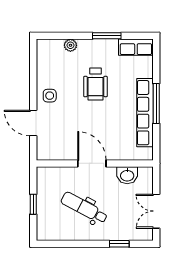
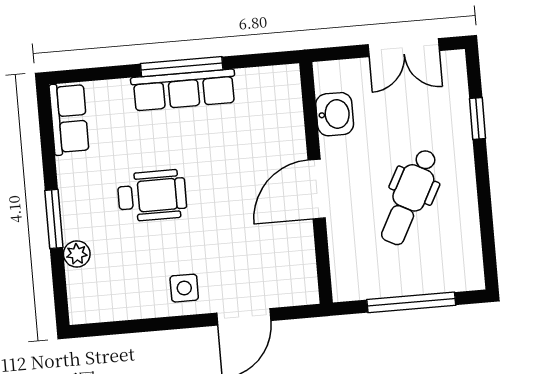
window: (107, 36) -> (54, 219), moved
row of seats: (145, 113) -> (184, 90), width x0.73
window: (33, 204) -> (411, 302), width x2.17

